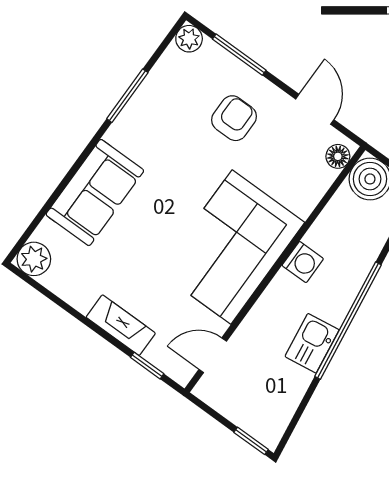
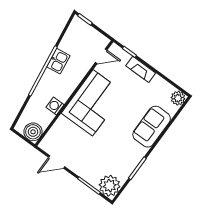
plant: (189, 39) -> (110, 186), width x1.88, depth x1.88
door: (315, 109) -> (57, 162), hinge flipped
armchair: (234, 118) -> (91, 158), removed
floor lamp: (338, 156) -> (47, 142), removed
washing machine: (303, 262) -> (55, 106), moved

